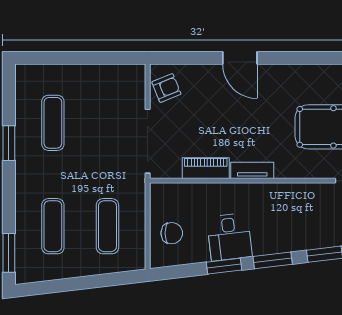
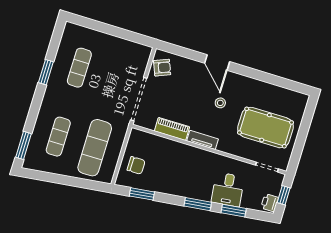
stool: (261, 112) -> (220, 103), added
exercise mat: (107, 226) -> (95, 148), width x1.36, depth x1.45
desk: (229, 237) -> (228, 190), moved
window: (224, 266) -> (142, 194), moved

